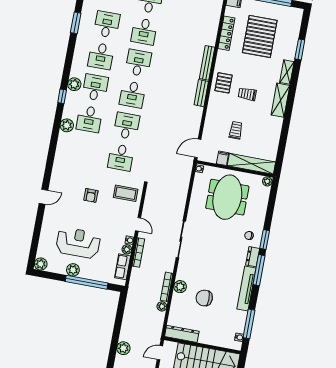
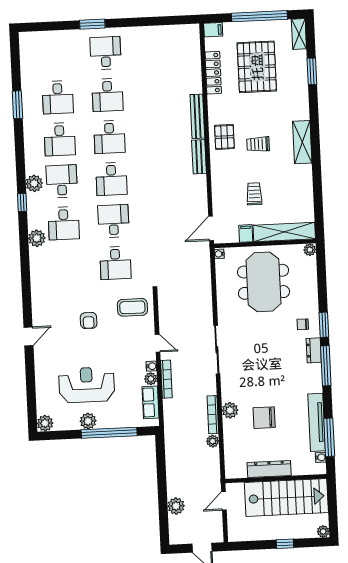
desk: (107, 25) -> (58, 97), turned 180
desk: (138, 63) -> (109, 137), turned 180
shelving: (287, 72) -> (299, 34), moved
tv unit: (246, 288) -> (317, 422), moved
dresser: (182, 334) -> (269, 469), moved

